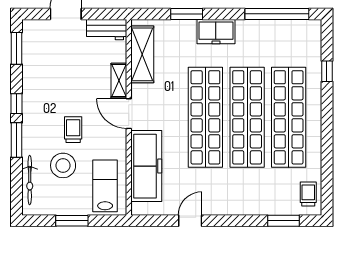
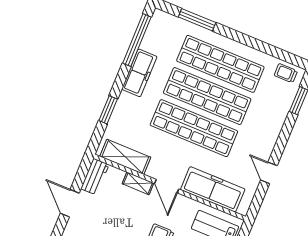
freezer: (216, 32) -> (139, 73), moved, width x1.40
window: (327, 71) -> (197, 20), width x2.17
door: (129, 114) -> (167, 186), hinge flipped

